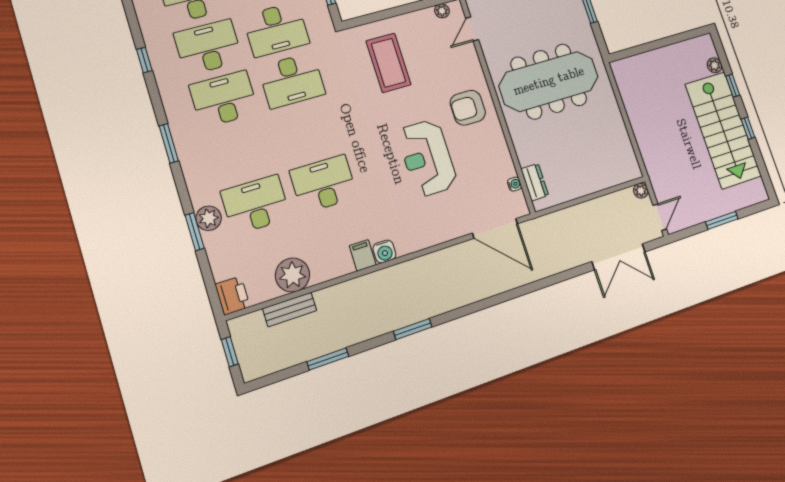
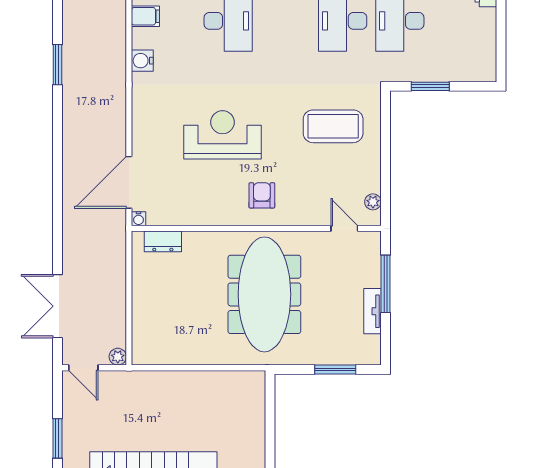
armchair: (468, 108) -> (262, 195), width x0.72, depth x0.72
water cooler: (514, 184) -> (139, 219), moved
filing cabinet: (363, 255) -> (145, 16), moved

